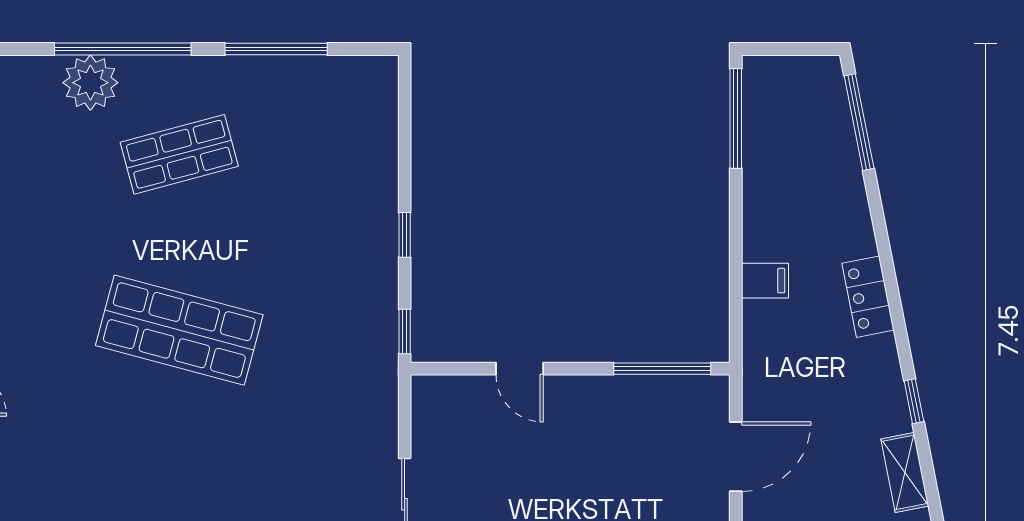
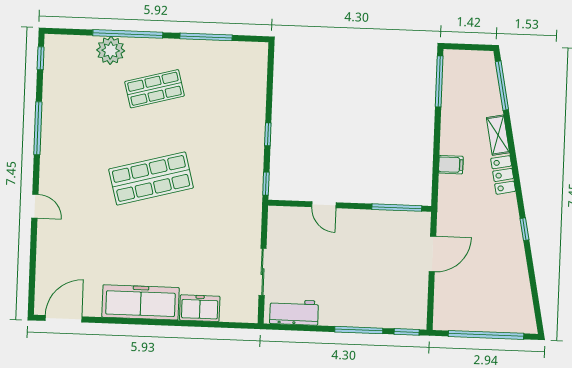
shop shelf: (179, 330) -> (151, 178), turned -30
shelving: (905, 472) -> (498, 135), moved

